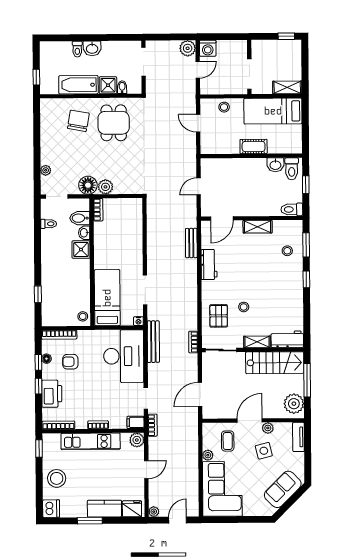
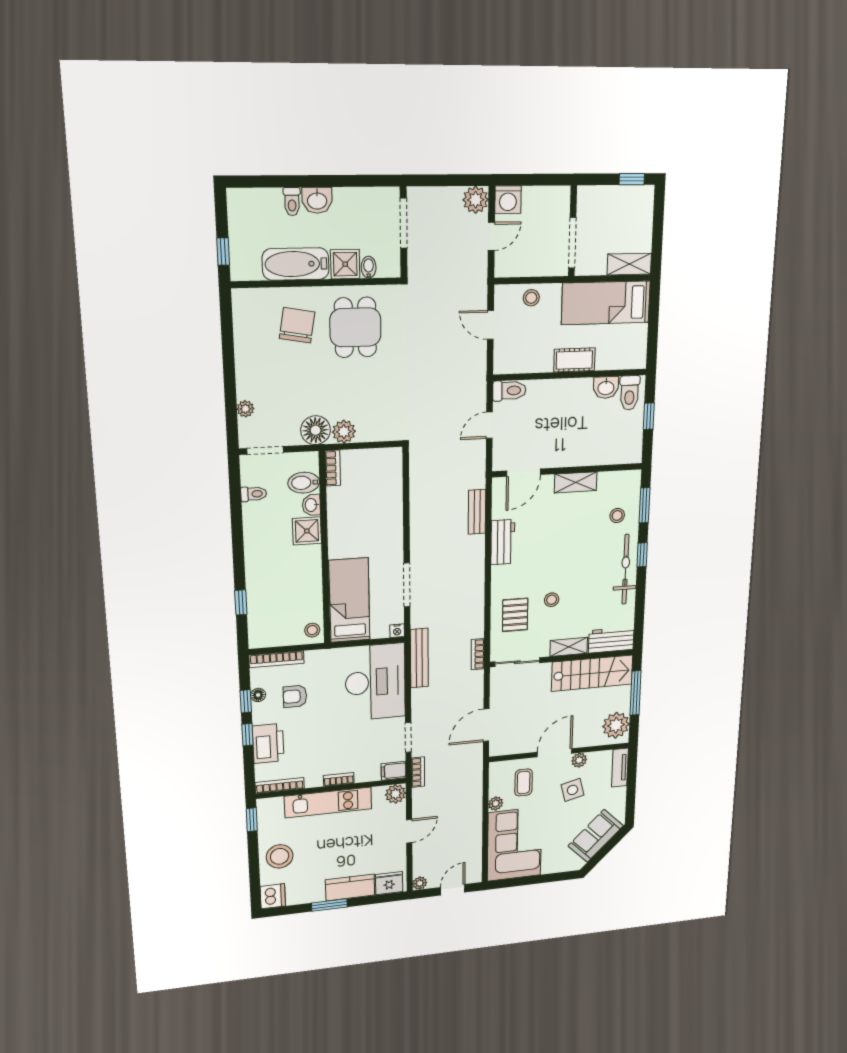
toilet: (292, 209) -> (509, 391), moved, turned 180
bicycle: (295, 289) -> (625, 569), added

